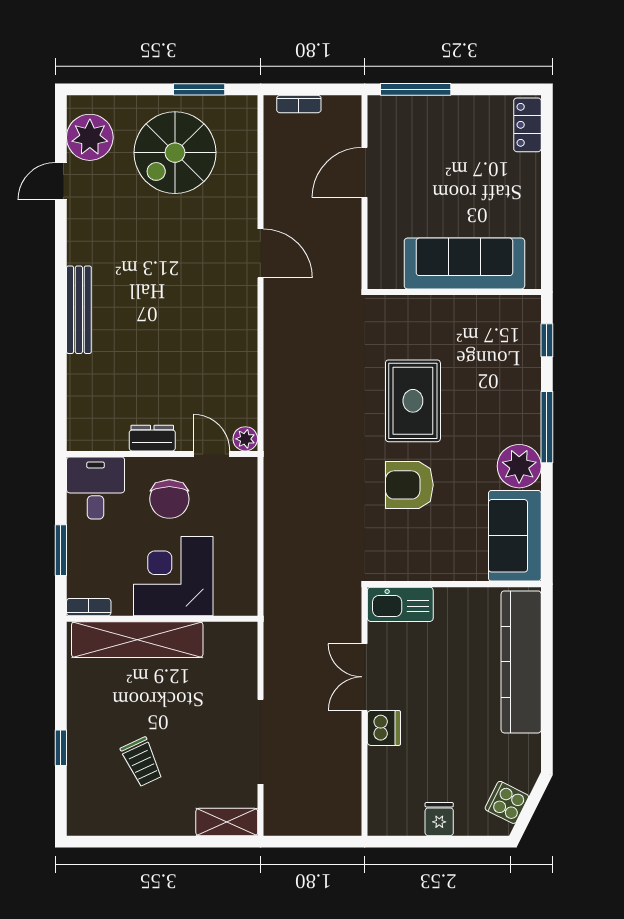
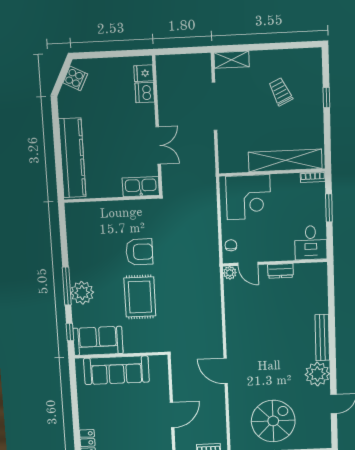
plant: (90, 137) -> (317, 374), moved
plant: (519, 466) -> (82, 293), moved
chair: (169, 499) -> (231, 245), moved, width x0.54, depth x0.54
sofa: (515, 536) -> (98, 341), moved, turned -90
corner desk: (173, 576) -> (248, 197), moved
dishwasher: (384, 728) -> (145, 92), moved
fridge: (439, 819) -> (144, 73), moved, turned 90

